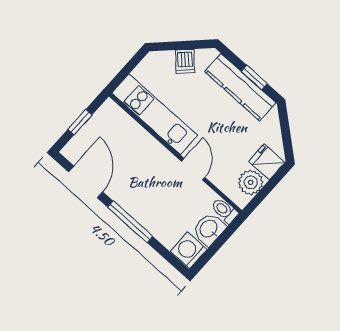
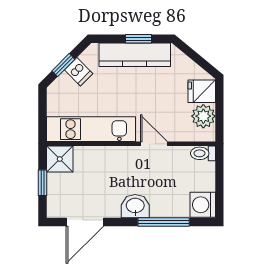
window: (178, 46) -> (63, 65), added
shower: (110, 116) -> (60, 159), added
door: (86, 182) -> (85, 222), swing flipped
window: (130, 222) -> (164, 222), moved
washbasin: (209, 229) -> (135, 206), moved, turned 90

